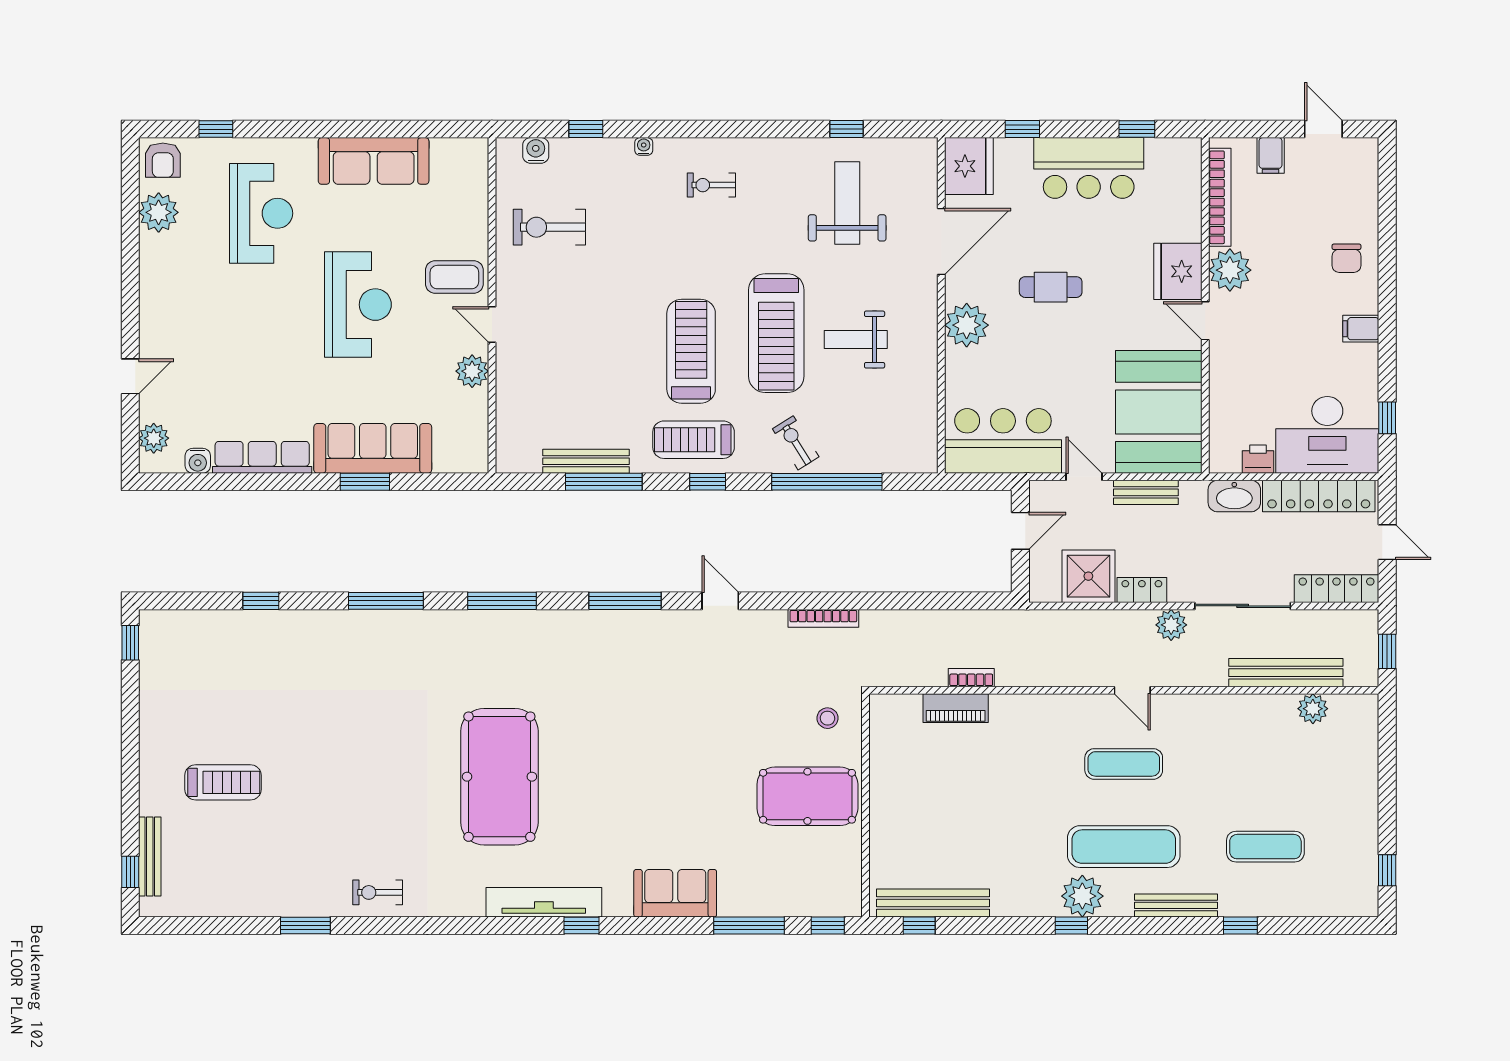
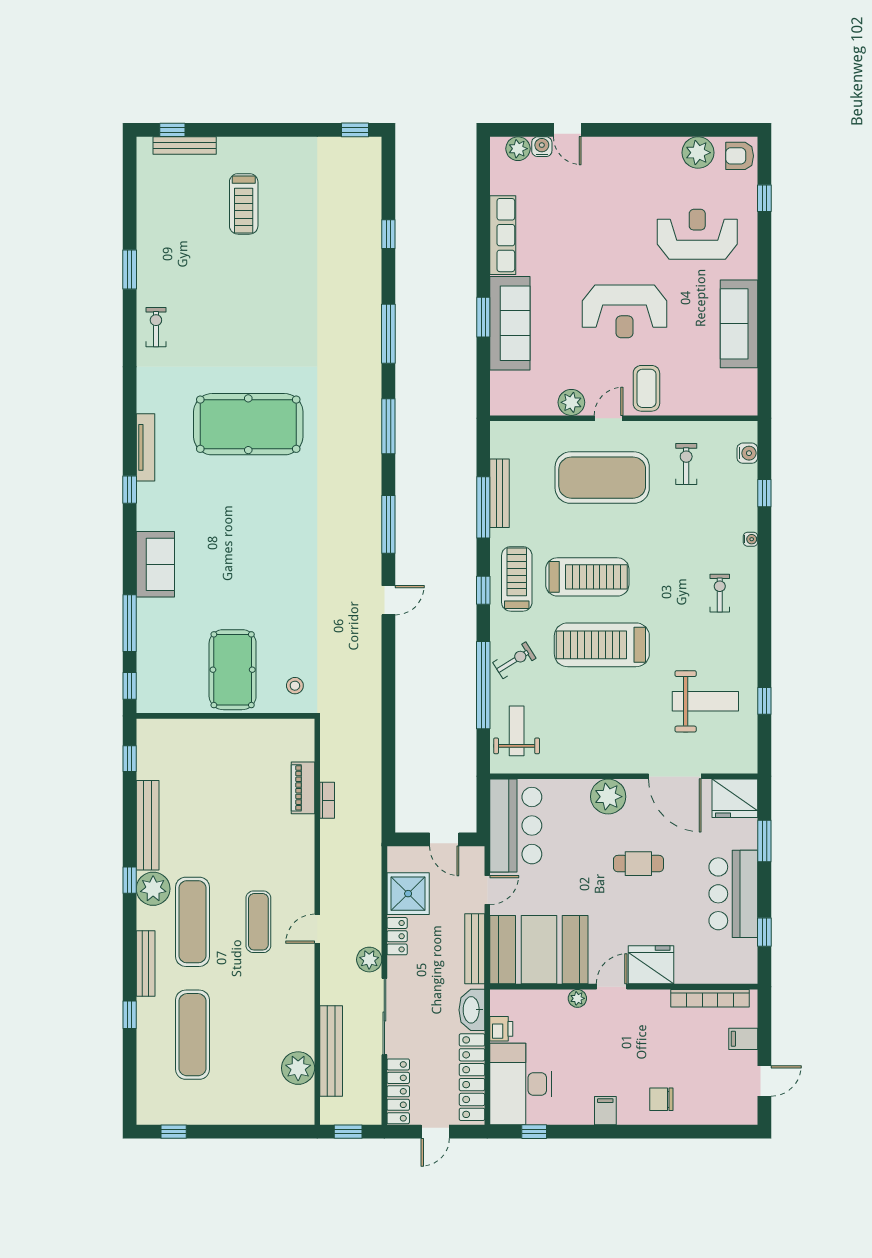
window: (1022, 129) -> (764, 841), width x1.50
reception desk: (261, 213) -> (697, 234), turned 180
exercise bike: (549, 227) -> (686, 464), width x0.73, depth x0.72
plant: (1230, 270) -> (577, 998), moved, width x0.53, depth x0.53
cafe table: (1051, 287) -> (638, 864), turned 90
exercise mat: (566, 333) -> (602, 478), added
weight bench: (856, 340) -> (517, 731), moved
water cooler: (198, 461) -> (542, 147), moved, turned 90
bench: (1146, 492) -> (475, 949), width x1.36
bookcase: (823, 618) -> (374, 682), removed
plant: (1313, 709) -> (298, 1068), width x1.36, depth x1.36
exercise mat: (1265, 847) -> (193, 1035), width x1.36, depth x1.45
tv unit: (544, 902) -> (146, 447), width x0.73, depth x0.78
bench: (933, 903) -> (148, 825), moved

